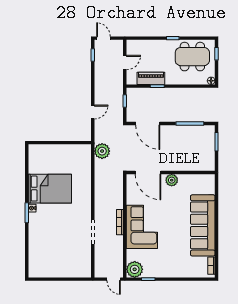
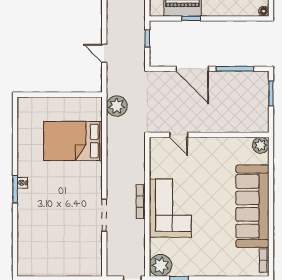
door: (93, 112) -> (104, 53), swing flipped
door: (148, 123) -> (192, 69), moved
door: (148, 172) -> (179, 135), width x0.53
plant: (172, 180) -> (261, 145), moved
bed: (50, 189) -> (73, 141), moved, turned 180

